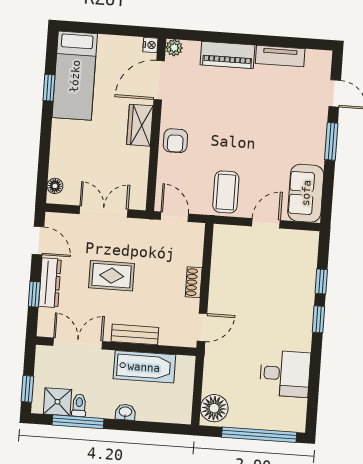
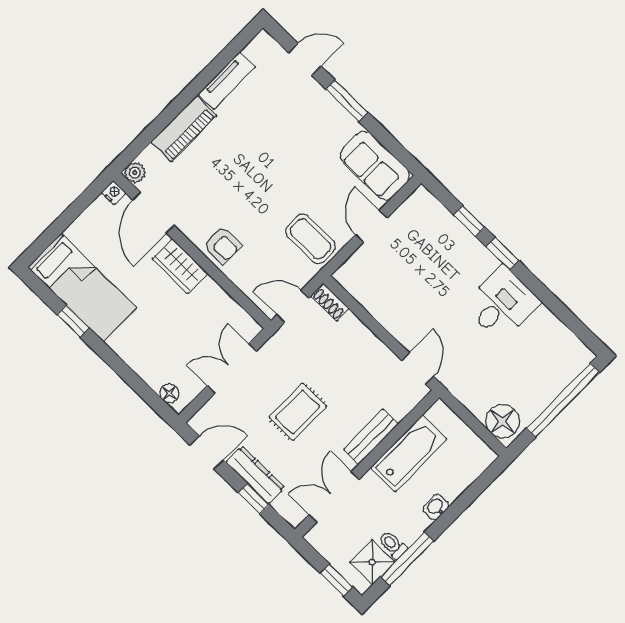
shoe rack: (194, 282) -> (330, 302), moved
desk: (285, 374) -> (502, 304), moved

